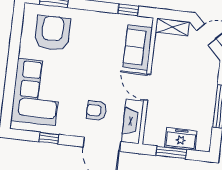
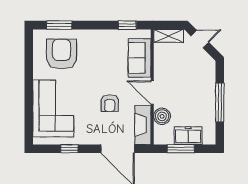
armchair: (96, 111) -> (110, 103), moved, turned -90
boiler: (155, 114) -> (162, 116), added

